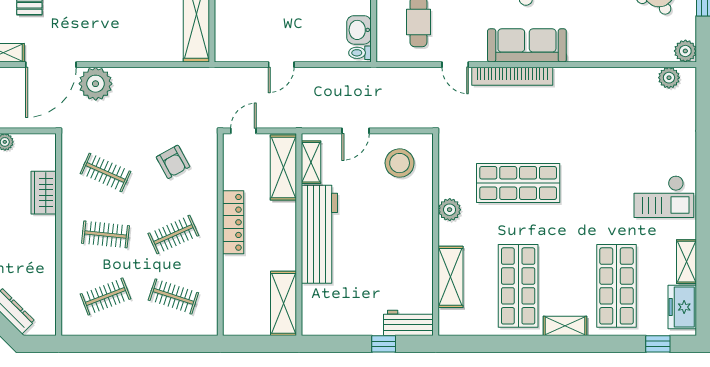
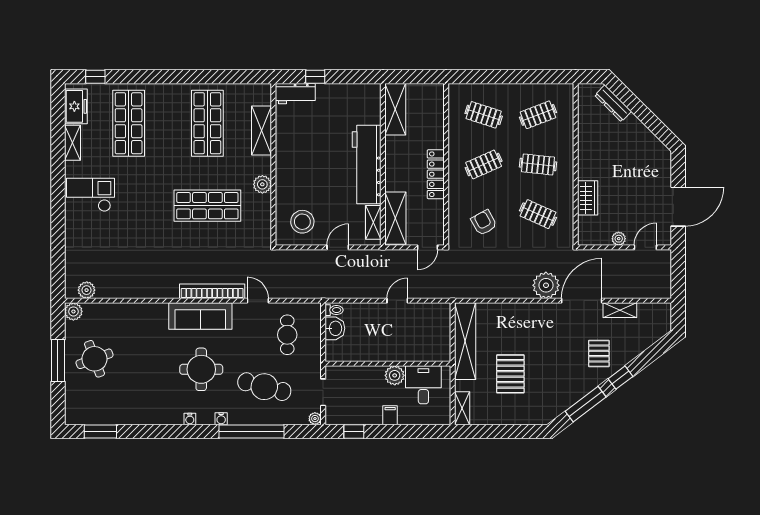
shelving: (565, 326) -> (170, 91), removed

